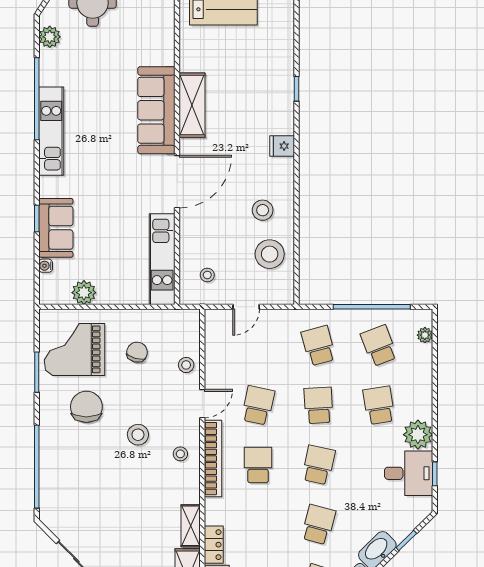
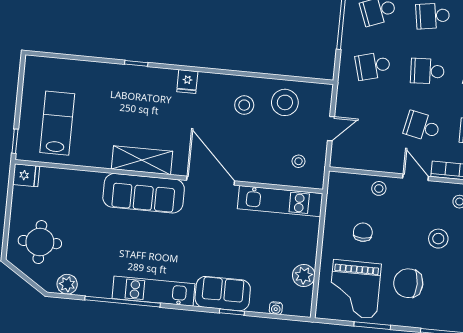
sofa: (56, 228) -> (223, 294), moved
door: (246, 307) -> (331, 129), hinge flipped
chair: (137, 352) -> (363, 232), turned 75

